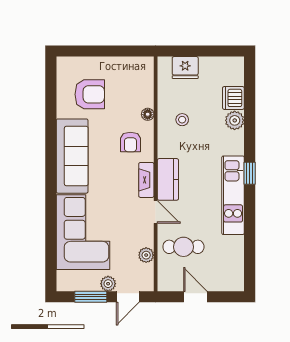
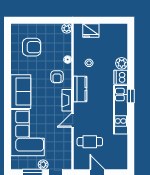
dishwasher: (233, 98) -> (121, 77), moved
sofa: (72, 156) -> (21, 92), width x0.73
kitchen counter: (168, 179) -> (80, 89), moved
door: (156, 212) -> (73, 120), swing flipped
plant: (146, 255) -> (67, 28), moved

